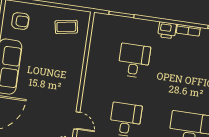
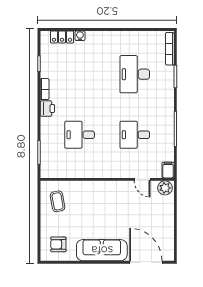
armchair: (20, 21) -> (58, 244), turned -90
door: (77, 121) -> (142, 179), swing flipped

